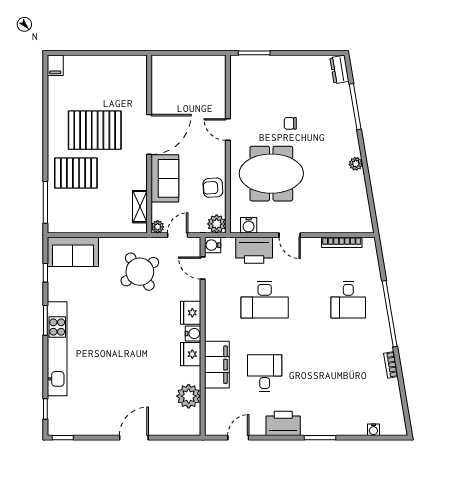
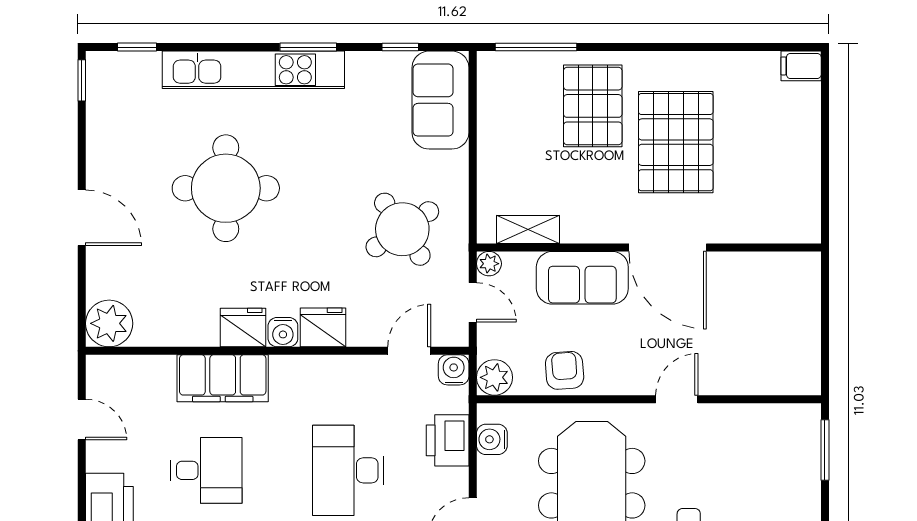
printer: (254, 250) -> (448, 440), width x0.73, depth x0.84
round table: (119, 363) -> (226, 188), added
plant: (189, 396) -> (109, 323), moved

